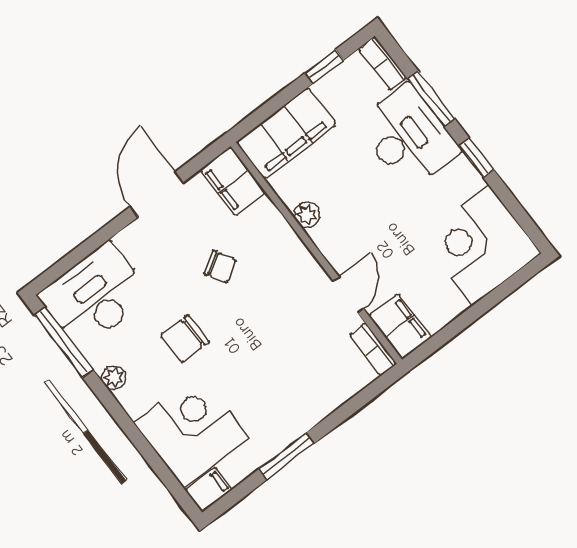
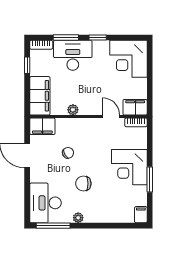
chair: (185, 339) -> (83, 184), turned 90
corner desk: (191, 430) -> (129, 167), moved, turned -90

